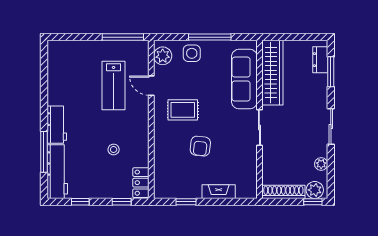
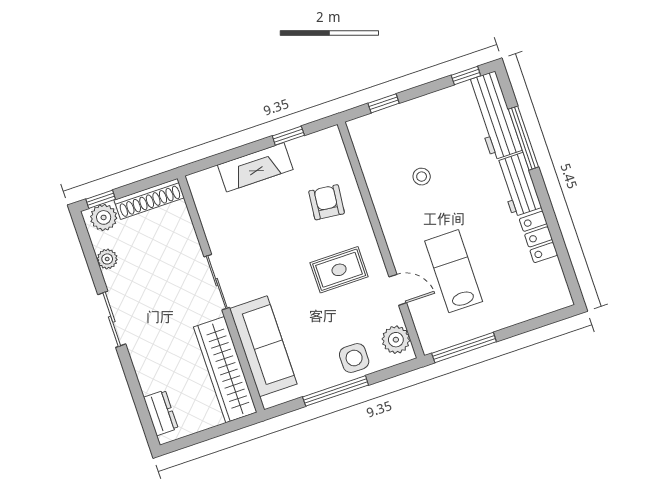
window: (331, 72) -> (139, 400), removed
armchair: (200, 146) -> (327, 202), moved
locker: (141, 183) -> (538, 237), moved, turned 180
fireplace: (219, 192) -> (255, 167), width x1.37, depth x1.32
window: (80, 202) -> (466, 75), moved

